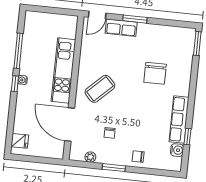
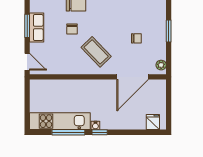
row of seats: (121, 28) -> (37, 28), moved
kitchen unit: (63, 71) -> (60, 121), moved, turned 180
plant: (90, 157) -> (161, 65), moved
chair: (138, 157) -> (72, 29), moved

